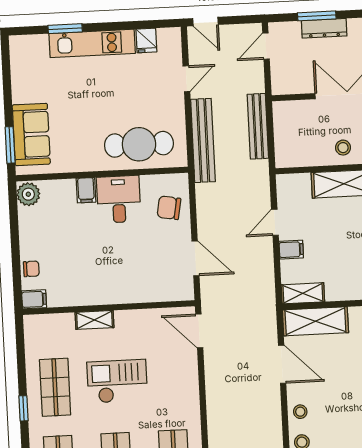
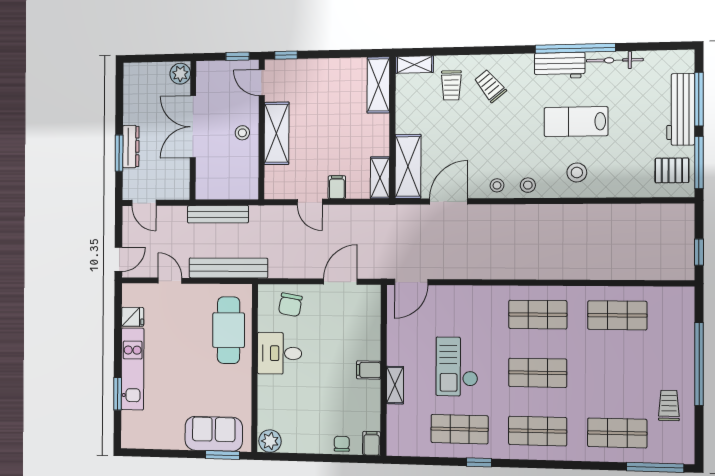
filing cabinet: (86, 190) -> (369, 370), moved, turned 180

